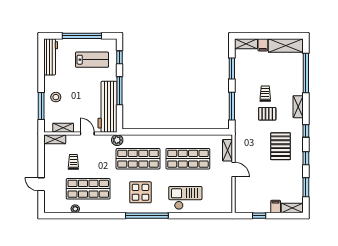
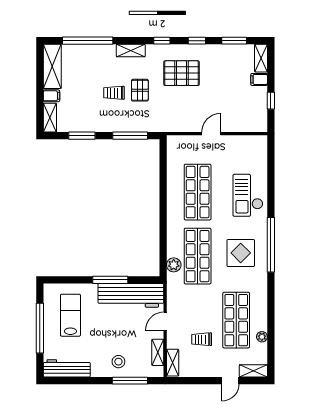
window: (120, 57) -> (68, 280), removed
plant: (117, 140) -> (174, 265), moved
shelving: (227, 150) -> (253, 371), moved

